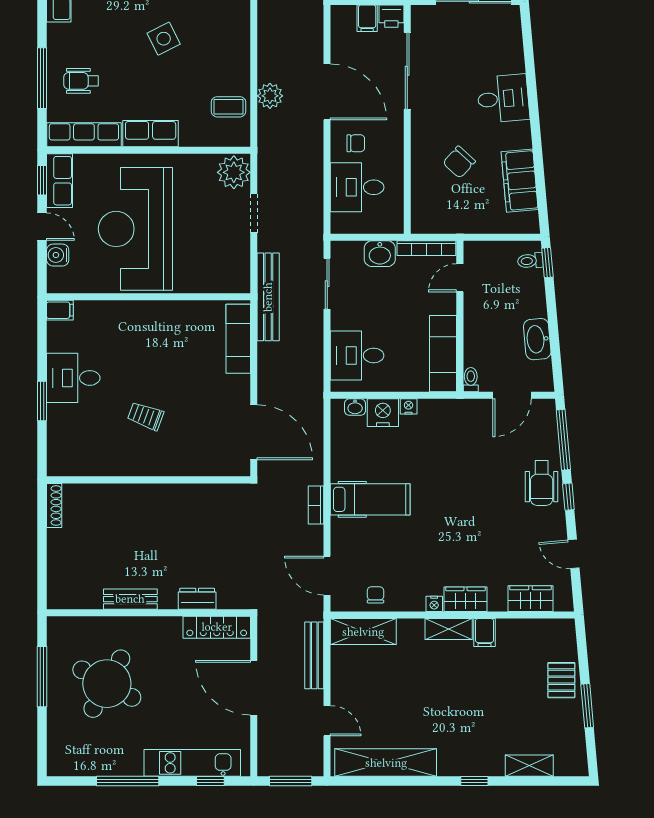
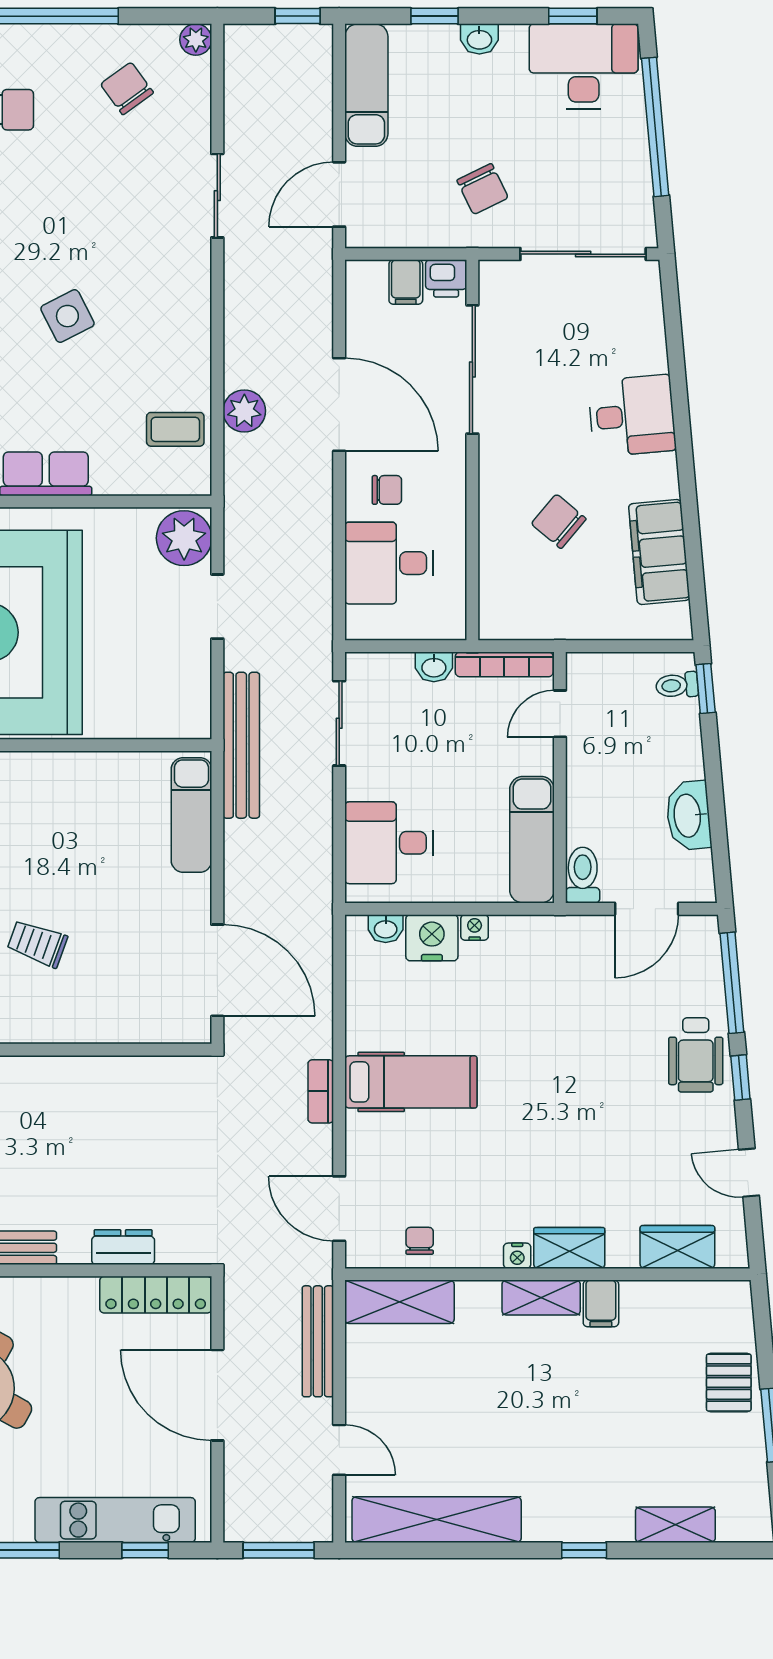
chair: (459, 162) -> (559, 521), turned 88
washbasin: (380, 254) -> (434, 667), width x0.72, depth x0.69
toilet: (471, 380) -> (583, 875), width x1.37, depth x1.39

